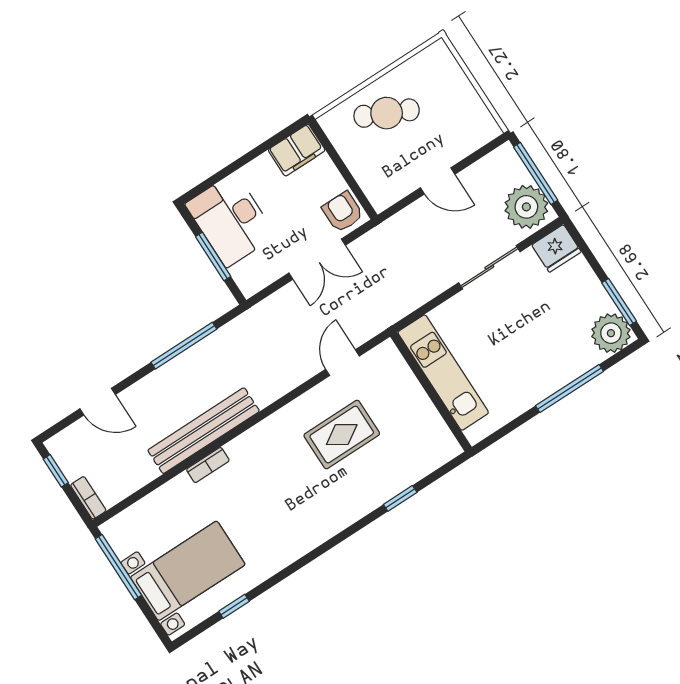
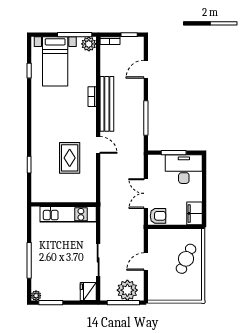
plant: (526, 207) -> (127, 290), moved
plant: (611, 333) -> (36, 296), width x0.53, depth x0.53
door: (342, 363) -> (98, 145), moved
plant: (118, 531) -> (89, 44), added

